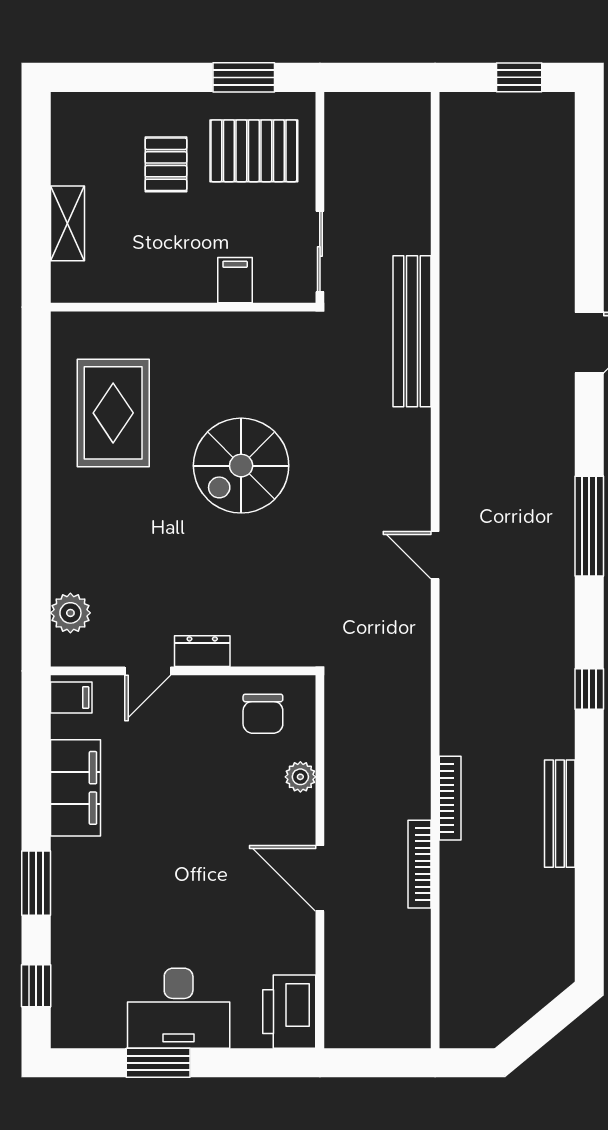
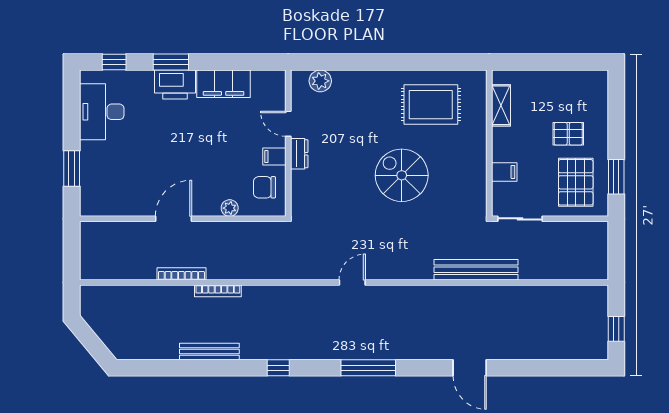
shelving: (67, 223) -> (501, 105), moved, turned 90
filing cabinet: (71, 698) -> (274, 157), moved, turned 90
desk: (179, 1008) -> (102, 112), moved
printer: (289, 1012) -> (175, 85), moved, turned 180
window: (158, 1063) -> (72, 169), moved

